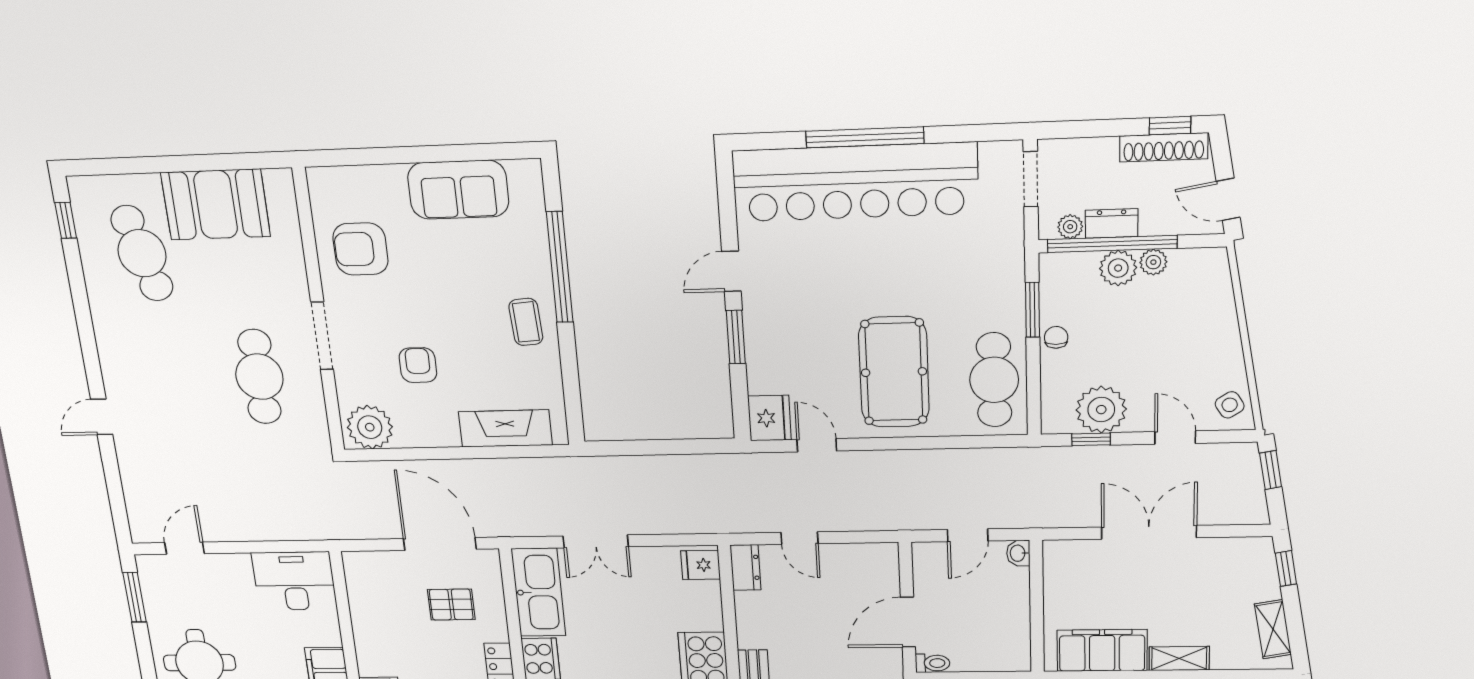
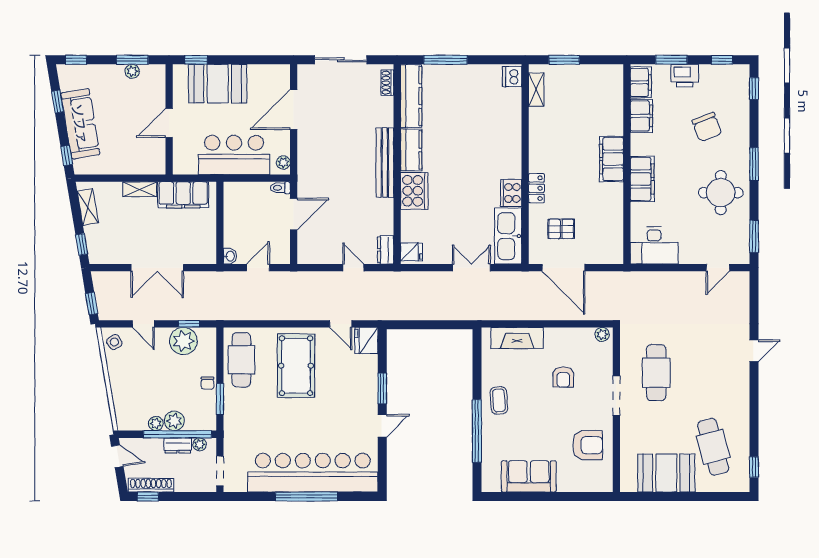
plant: (370, 427) -> (602, 334), width x0.53, depth x0.53

